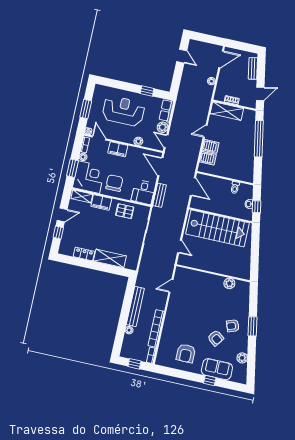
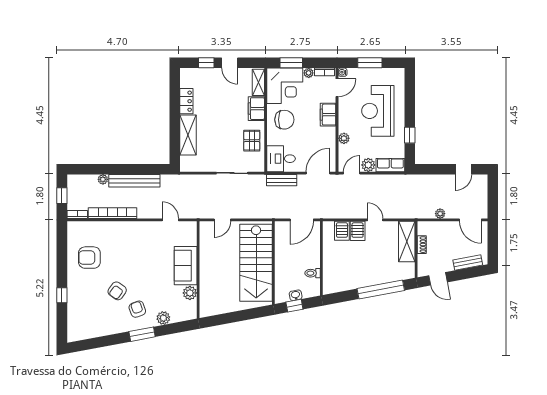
reception desk: (123, 111) -> (378, 111), turned 180
plant: (242, 358) -> (163, 318), moved
sofa: (217, 369) -> (186, 266), moved, turned 180

